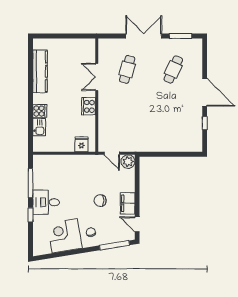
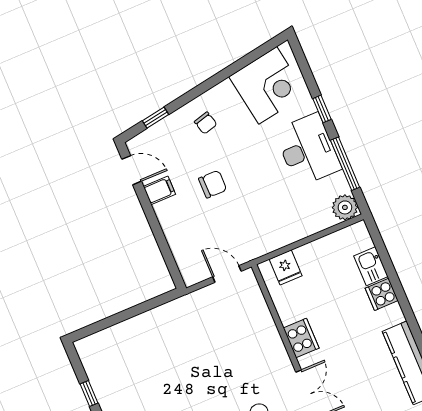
plant: (128, 162) -> (345, 207), moved
desk: (46, 202) -> (308, 150), width x1.37
filing cabinet: (128, 203) -> (159, 190), width x0.50
corner desk: (65, 236) -> (268, 85), moved
window: (114, 245) -> (155, 118), width x0.46

